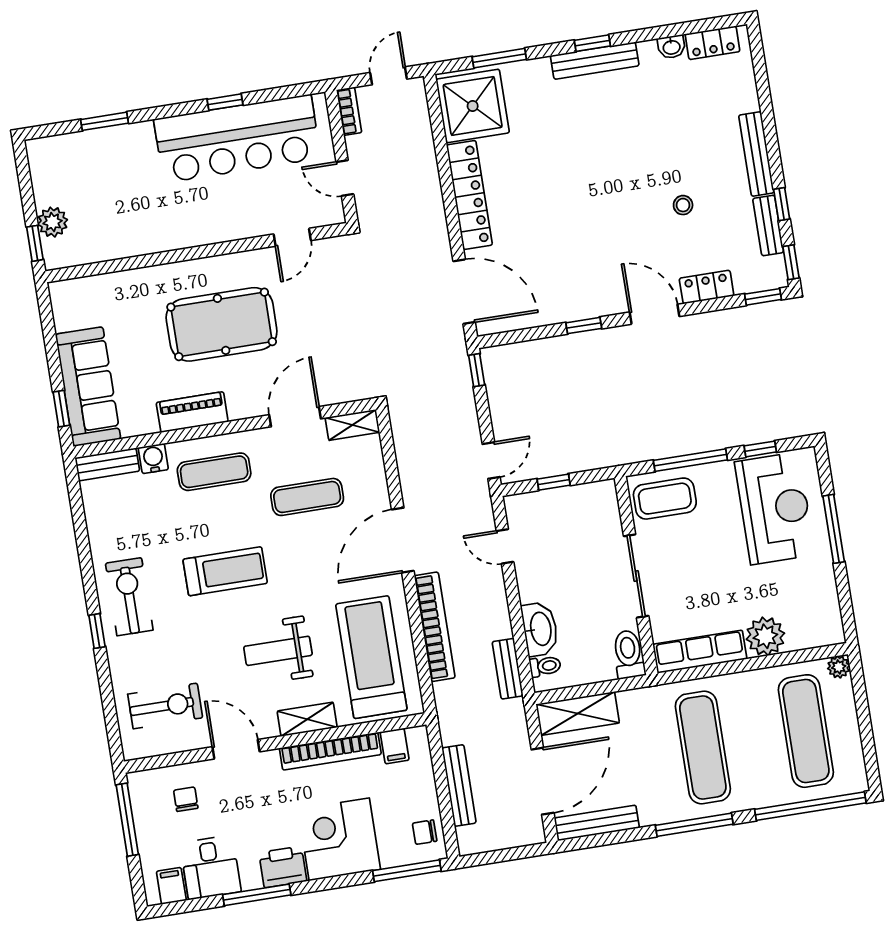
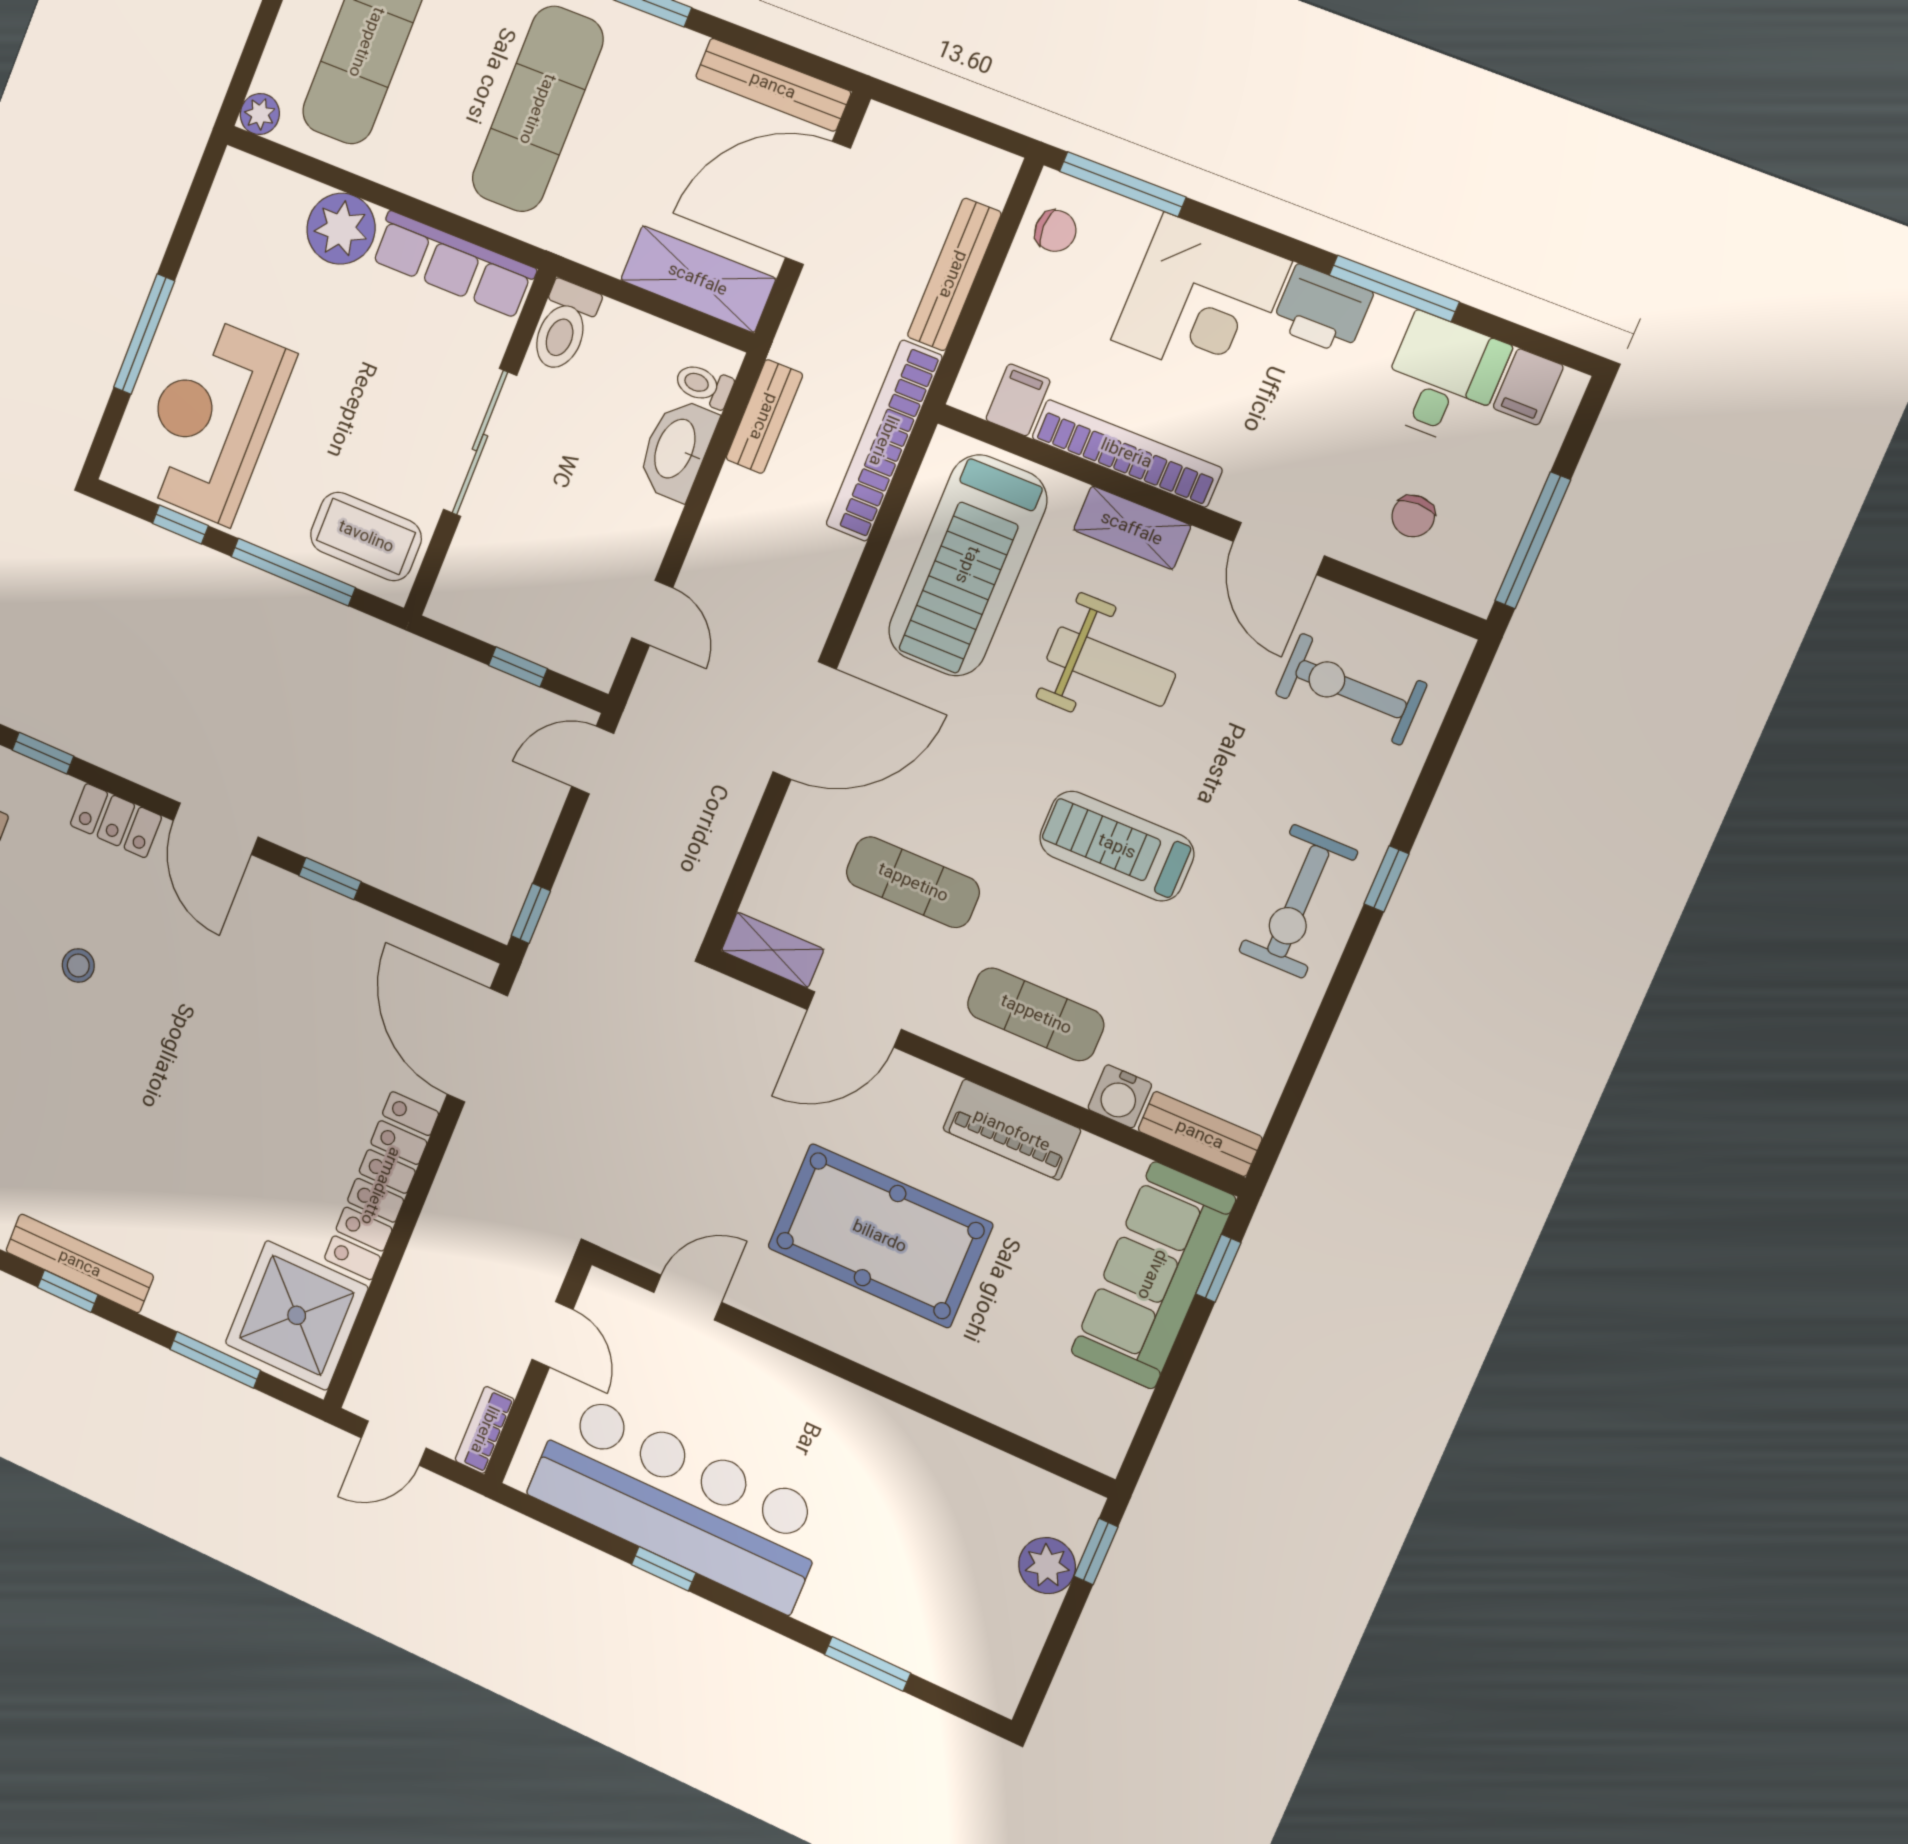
bookcase: (435, 627) -> (884, 441), moved

